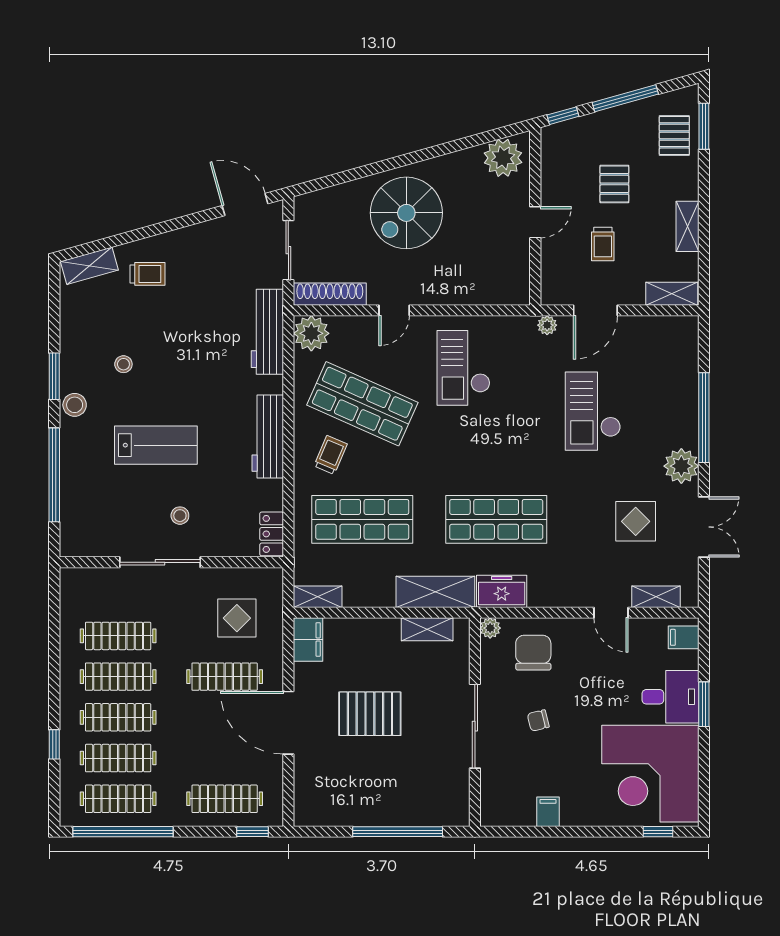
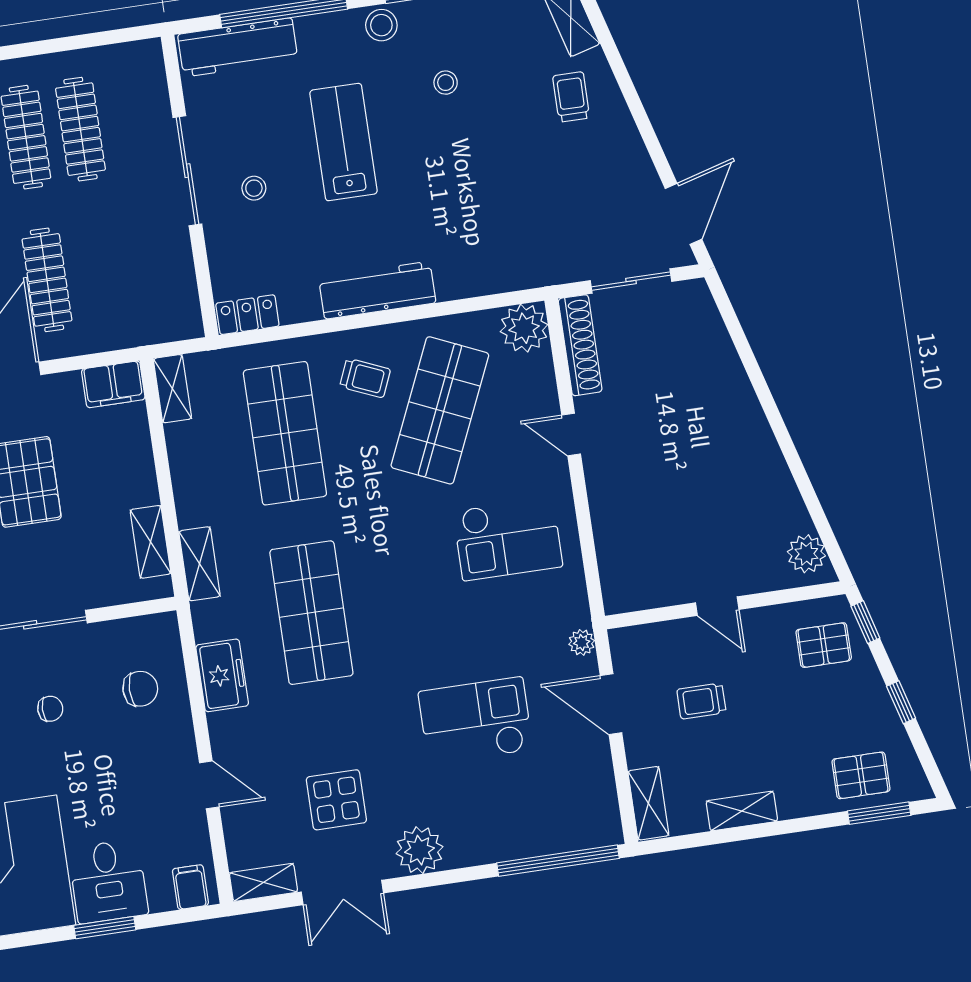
window: (625, 98) -> (901, 702), width x0.46
plant: (503, 158) -> (806, 554), width x0.73, depth x0.73
pallet: (614, 184) -> (824, 645), moved
spiral stairs: (406, 213) -> (704, 432), removed
trolley: (147, 274) -> (571, 97), turned 180
workbench: (267, 332) -> (238, 47), moved, turned 180
checkout: (463, 368) -> (508, 539), turned 180
window: (704, 418) -> (558, 861), moved
lab bench: (156, 445) -> (344, 142), turned 180
freezer: (502, 591) -> (222, 675), moved
shelving: (435, 592) -> (200, 564), width x0.67, depth x0.75
shelving: (656, 597) -> (263, 882), moved, turned 90
door: (611, 613) -> (209, 785), swing flipped
display table: (237, 618) -> (128, 285), removed
plant: (490, 628) -> (165, 626), removed
chair: (533, 653) -> (140, 689), width x0.73, depth x0.73
chair: (538, 720) -> (50, 709), turned 104

